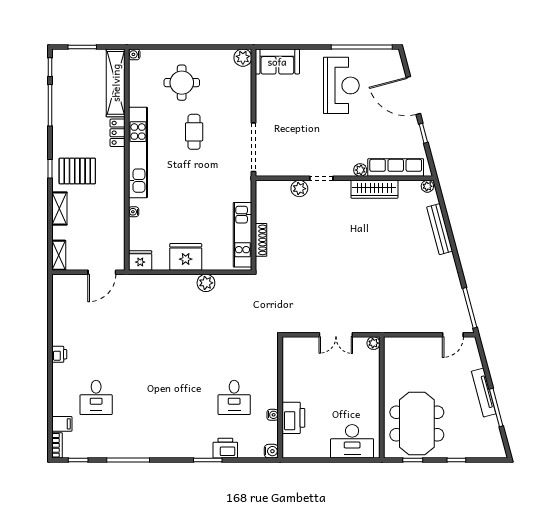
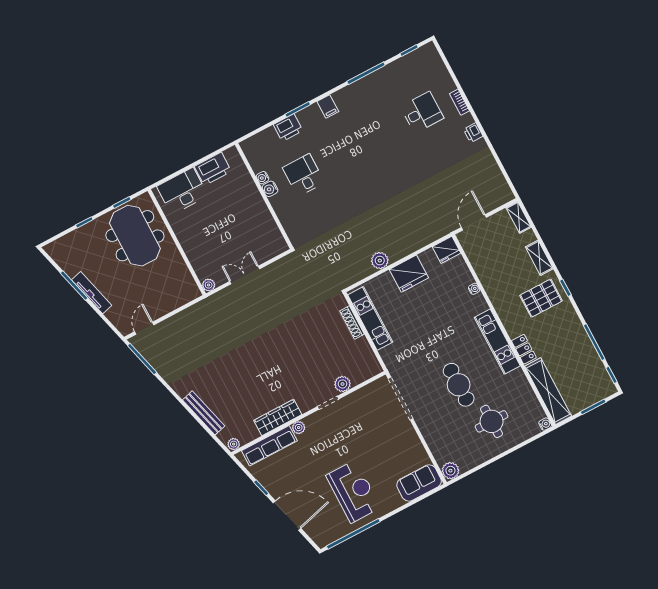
reception desk: (341, 85) -> (353, 492), turned 180
cafe table: (194, 132) -> (459, 385), width x1.37, depth x1.35
kitchen unit: (138, 152) -> (497, 342), width x0.73
desk: (96, 397) -> (422, 112), turned 90
printer: (293, 418) -> (213, 169), moved, turned -90
filing cabinet: (62, 424) -> (328, 106), moved, turned -90
bookcase: (57, 445) -> (459, 102), moved
water cooler: (271, 451) -> (270, 189), moved

